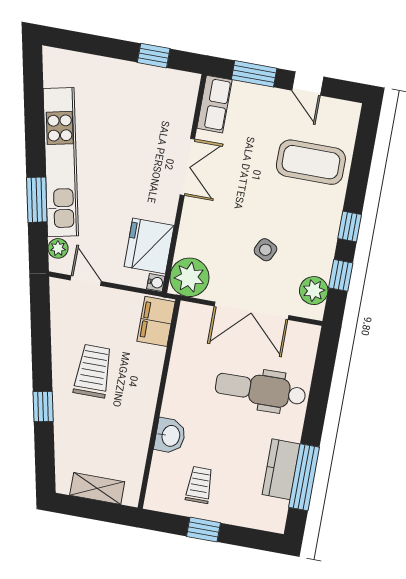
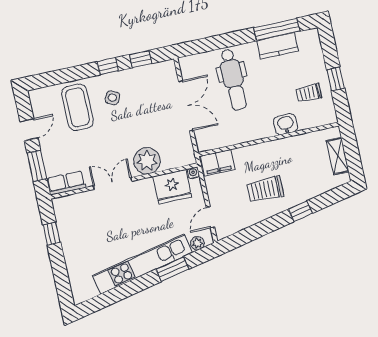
side table: (265, 250) -> (112, 98), moved
plant: (189, 277) -> (147, 161), moved
plant: (314, 291) -> (157, 72), removed

